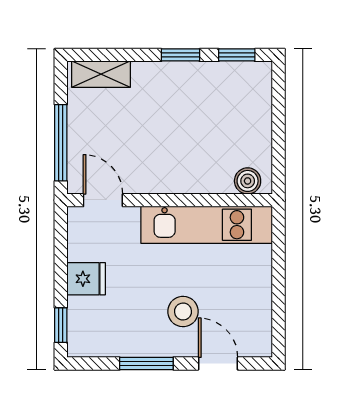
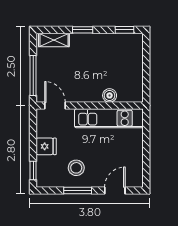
window: (180, 55) -> (83, 30), moved
boiler: (248, 181) -> (110, 95), moved
stool: (183, 312) -> (76, 168), moved
door: (218, 363) -> (115, 190), hinge flipped

